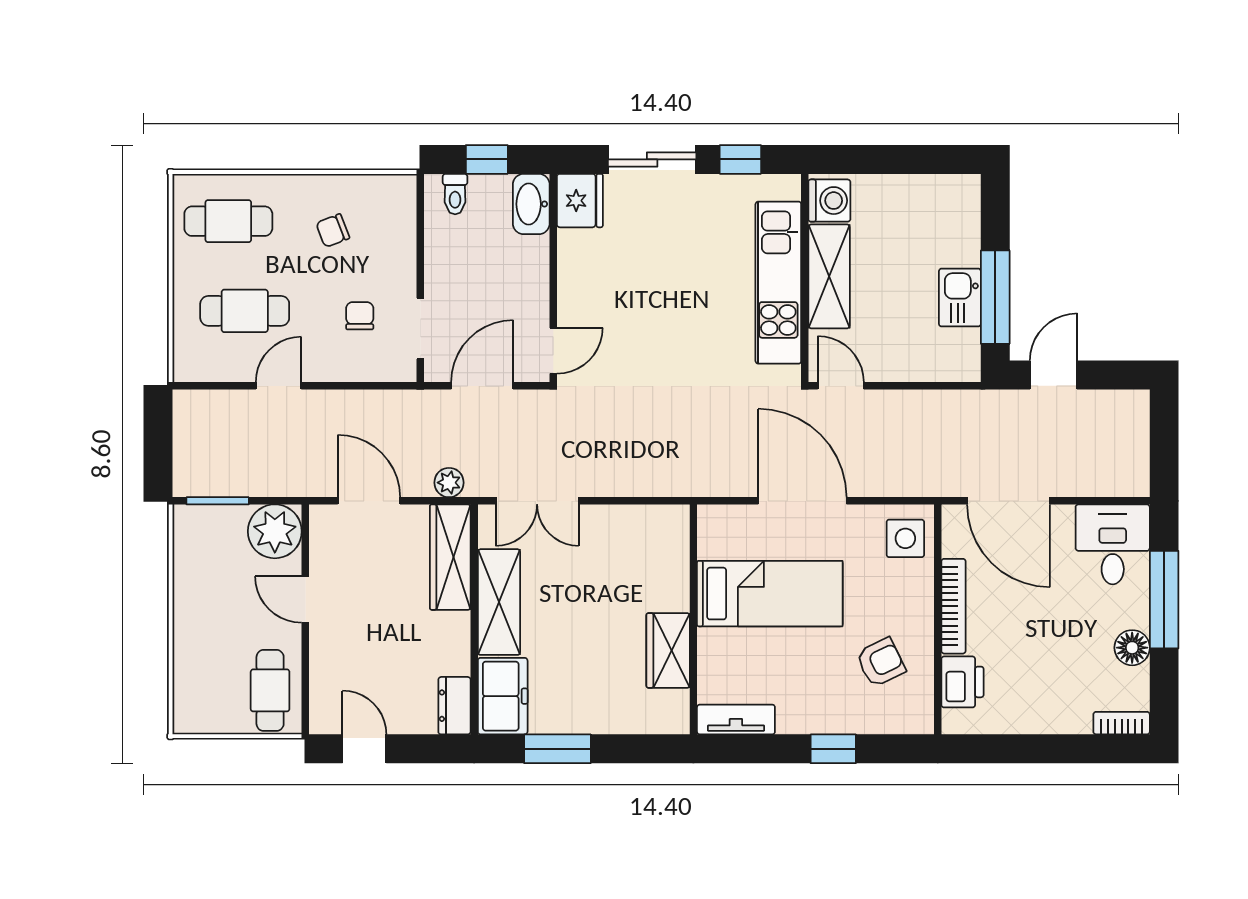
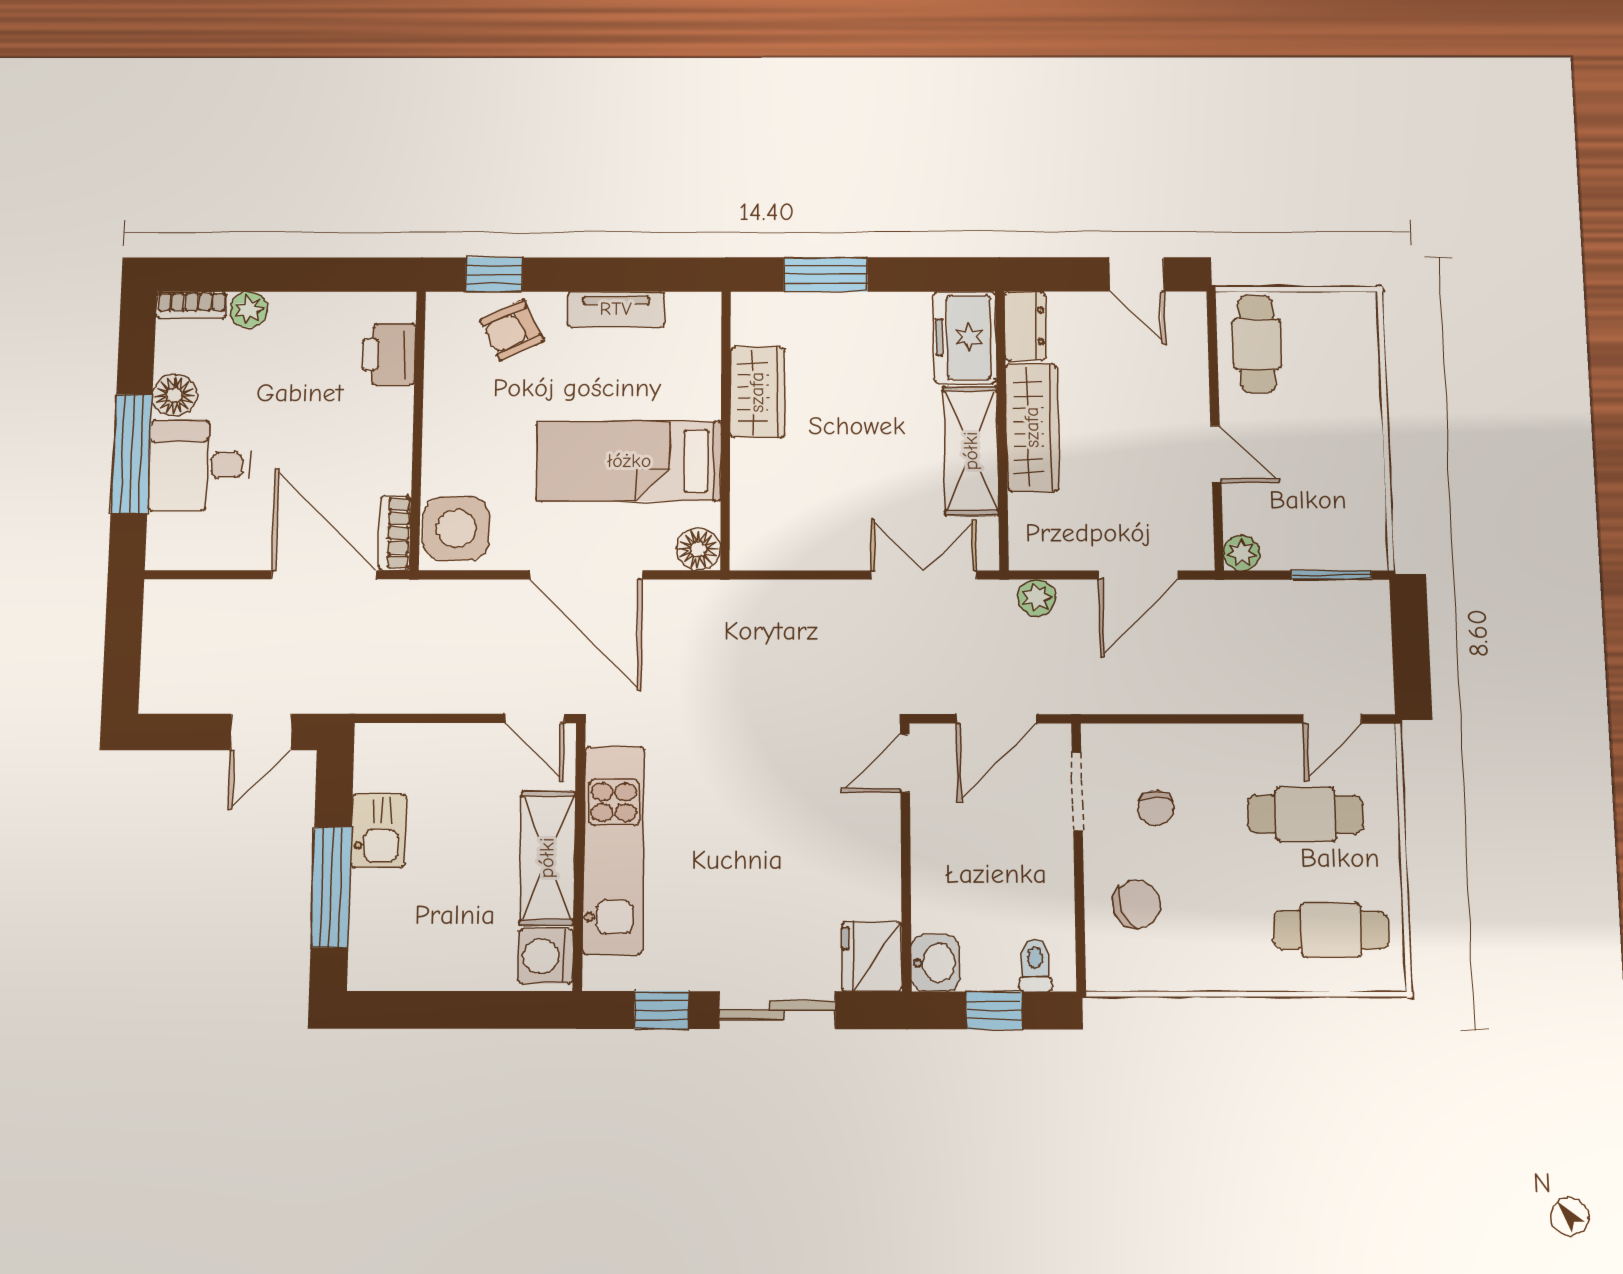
washbasin: (531, 204) -> (935, 963), width x0.72
chair: (333, 231) -> (1137, 904), moved, width x1.37, depth x1.37
window: (995, 297) -> (331, 887), moved
door: (279, 386) -> (1332, 719), moved
door: (369, 501) -> (1138, 575), hinge flipped
floor lamp: (714, 522) -> (698, 549), added
plant: (275, 531) -> (1242, 553), width x0.53, depth x0.53
side table: (905, 538) -> (456, 528), width x1.37, depth x1.37
desk: (1113, 544) -> (200, 465), moved, turned 90
wardrobe: (450, 557) -> (1032, 427), moved
bookcase: (953, 606) -> (395, 533), moved, width x0.64
armchair: (881, 662) -> (512, 330), moved
plant: (1075, 719) -> (249, 310), added
tv unit: (736, 720) -> (616, 309), moved
window: (557, 749) -> (826, 274), moved
window: (833, 749) -> (494, 275), moved

